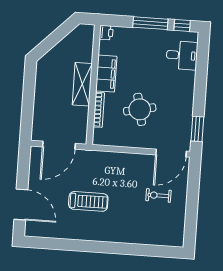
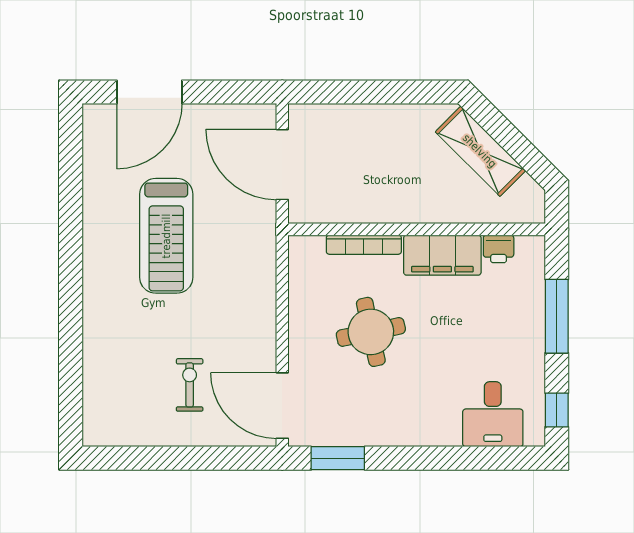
window: (150, 23) -> (557, 316), moved
printer: (106, 33) -> (499, 249), moved
shelving: (82, 84) -> (480, 151), moved, turned 45
treadmill: (88, 201) -> (166, 236), width x1.37, depth x1.38

